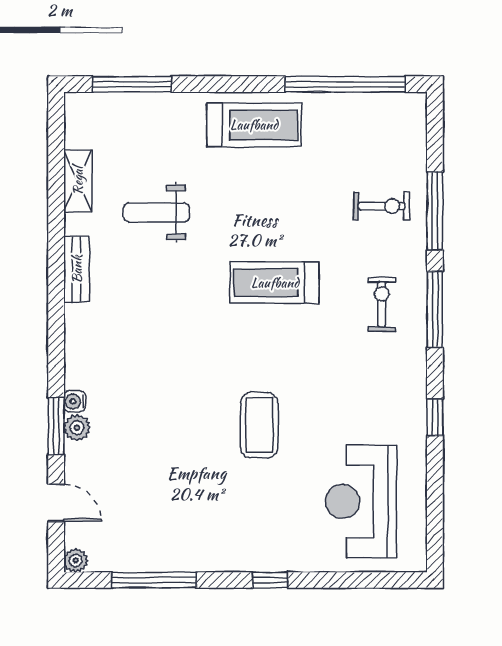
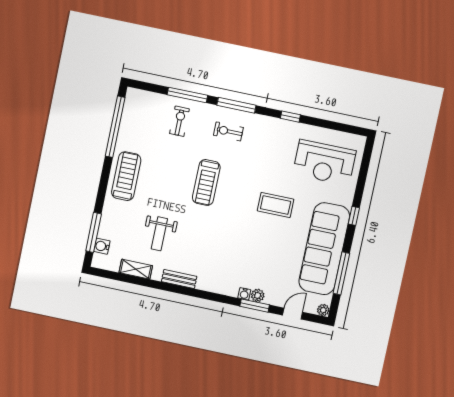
water cooler: (108, 106) -> (102, 246), added
sofa: (195, 537) -> (324, 249), added

